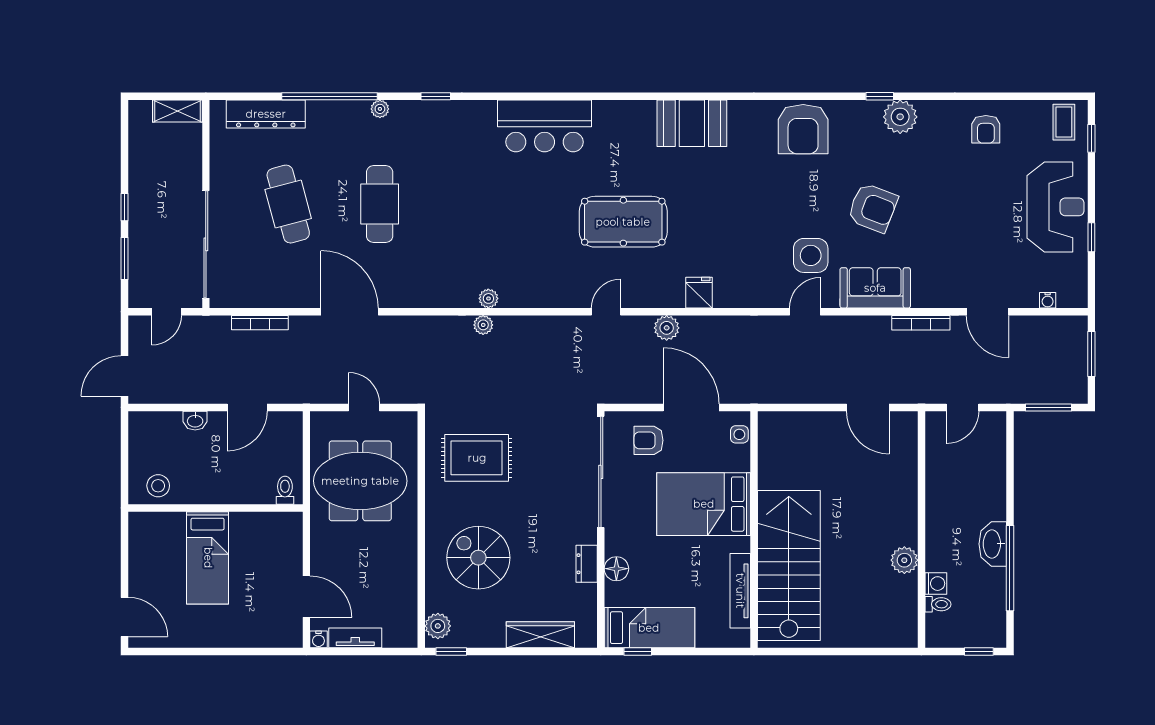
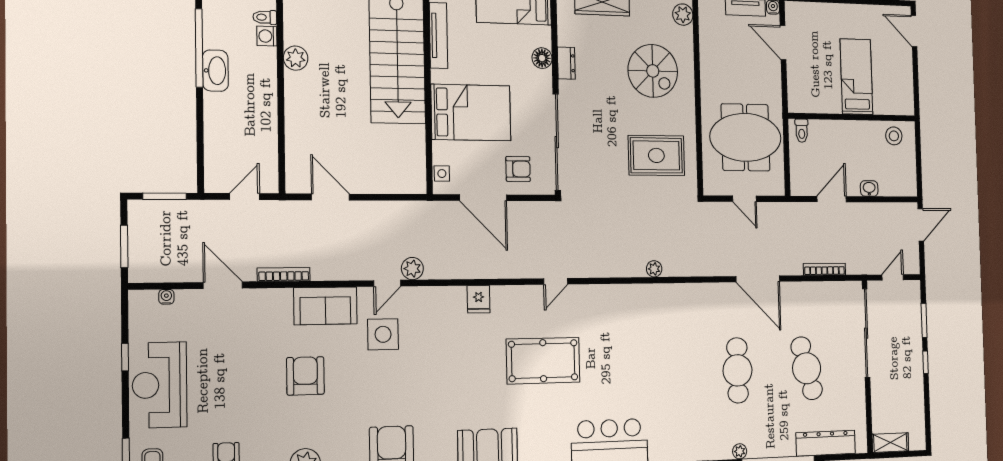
armchair: (873, 208) -> (305, 376), moved, turned 69
plant: (488, 298) -> (651, 292), removed
plant: (667, 328) -> (412, 269), moved

